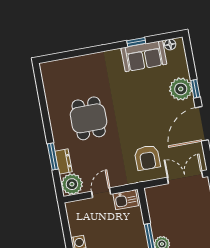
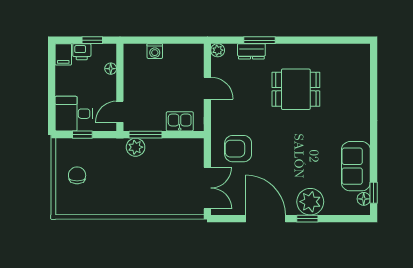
window: (136, 42) -> (374, 193), moved
plant: (72, 184) -> (218, 50), width x0.53, depth x0.53
kitchen sink: (126, 200) -> (180, 121), moved, turned 90

